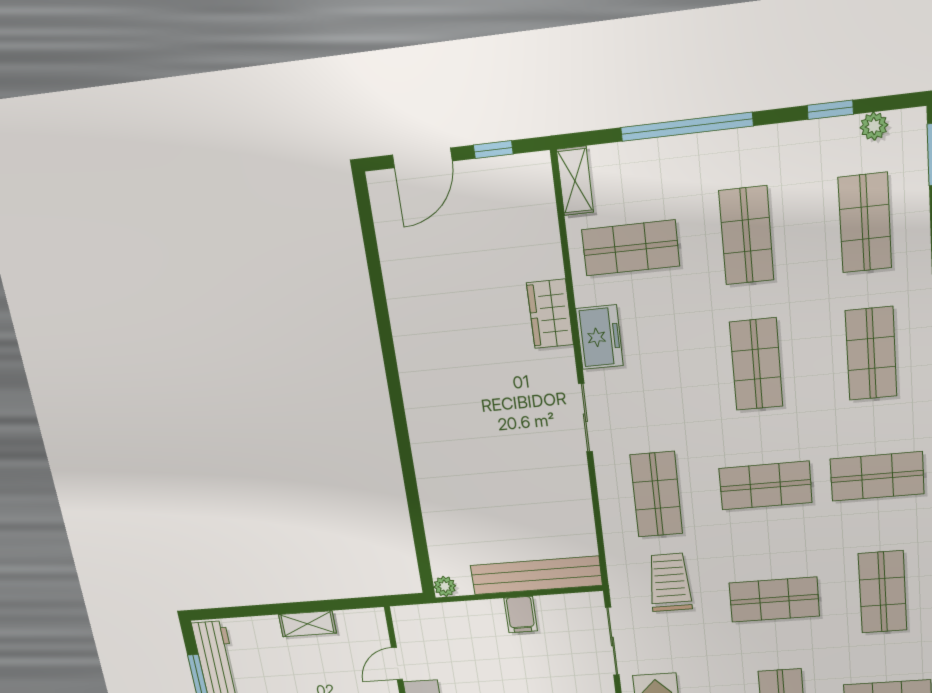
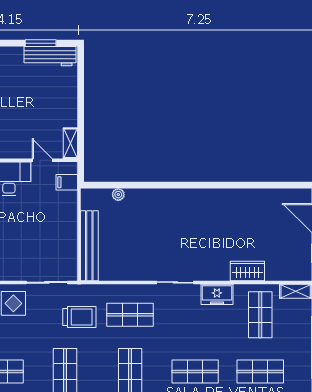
wardrobe: (550, 314) -> (247, 271), moved
plant: (445, 586) -> (118, 195), moved
filing cabinet: (521, 615) -> (67, 182), moved
shelving: (307, 624) -> (70, 143), moved

